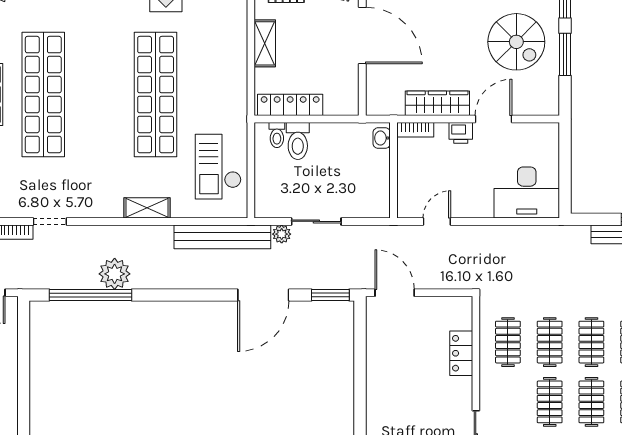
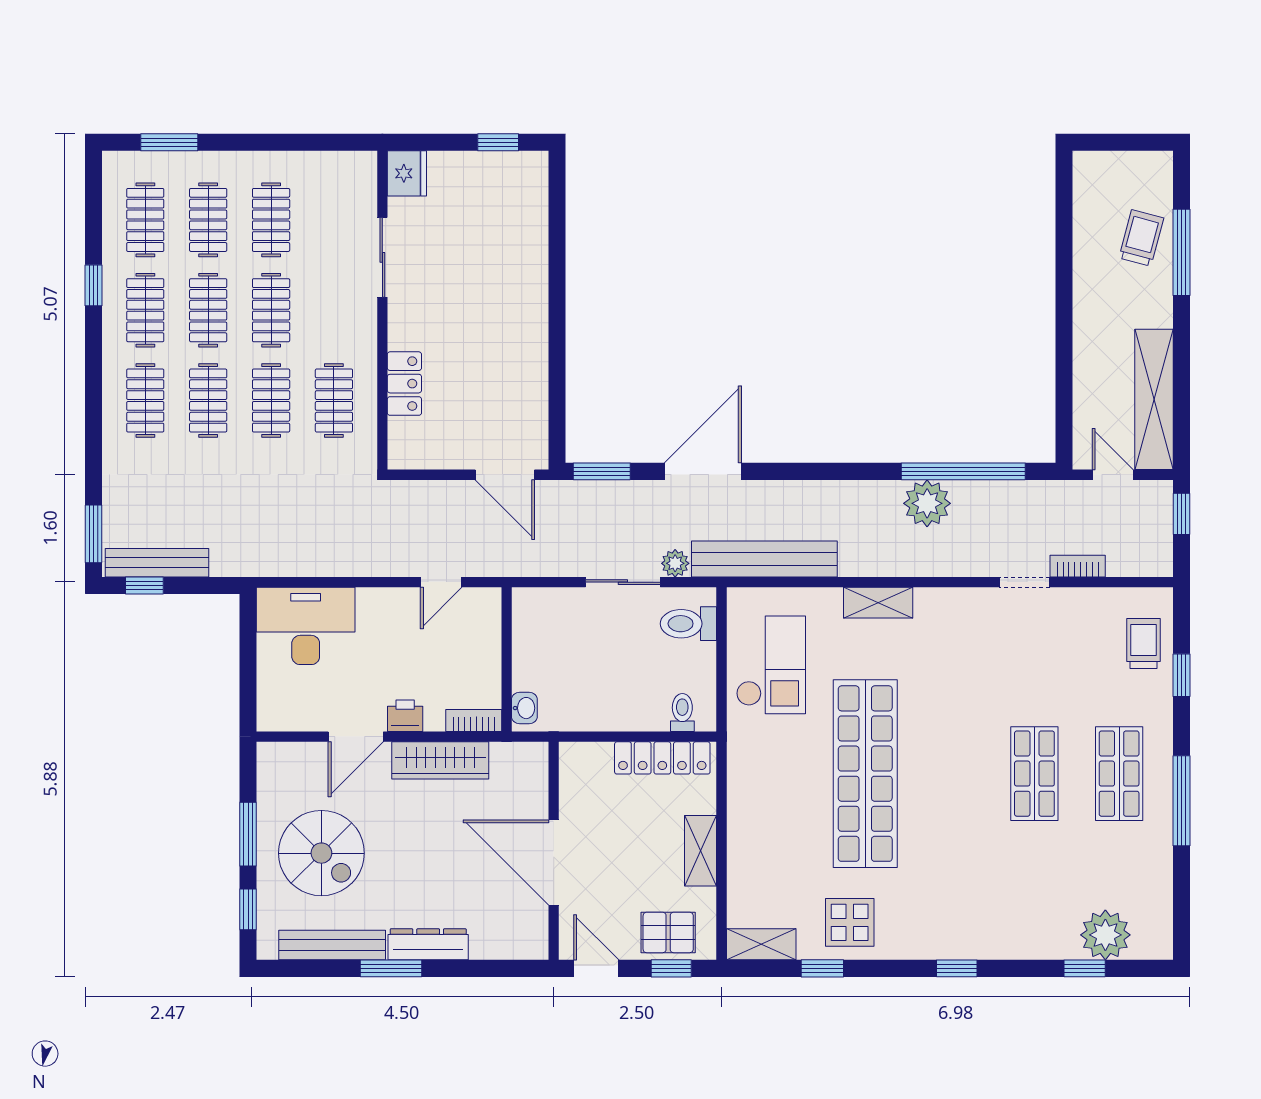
spiral stairs: (516, 42) -> (321, 853), turned 180
shop shelf: (43, 95) -> (1034, 774), width x0.50, depth x0.74
toilet: (298, 141) -> (688, 624), moved, turned -90

